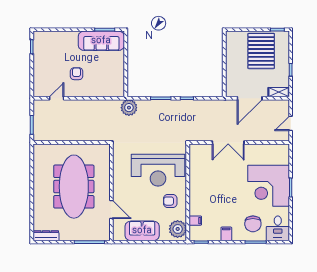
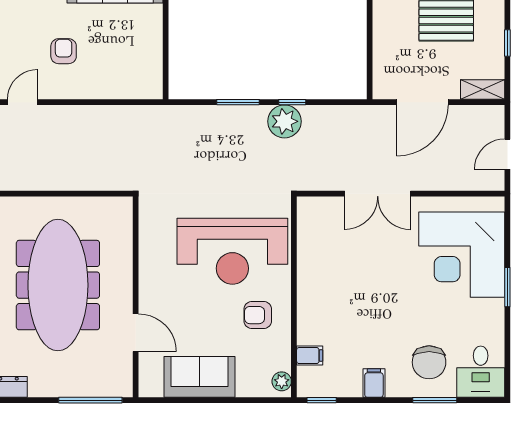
plant: (129, 108) -> (284, 121), moved
corner desk: (269, 186) -> (462, 255), moved
plant: (178, 229) -> (282, 381), width x0.53, depth x0.53

